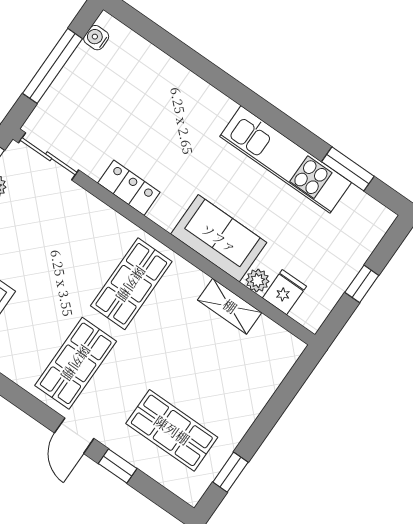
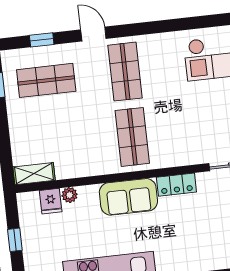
sofa: (219, 238) -> (128, 197), moved
shelving: (230, 306) -> (34, 174), moved
window: (118, 466) -> (42, 40), moved

